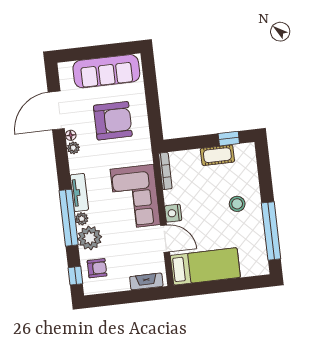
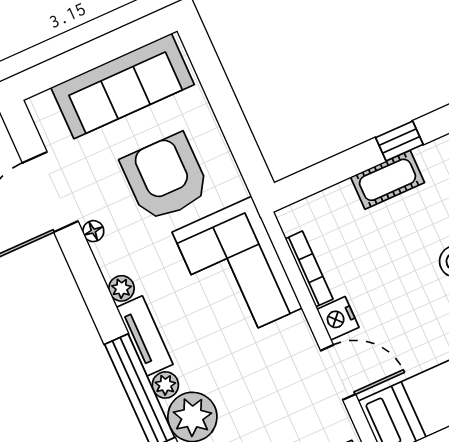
armchair: (113, 121) -> (165, 177), turned -90
plant: (73, 148) -> (121, 288), moved
bookcase: (165, 171) -> (309, 269), moved
corner sofa: (135, 197) -> (237, 270), moved

